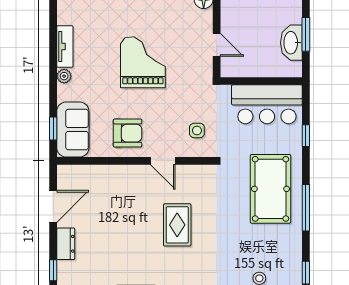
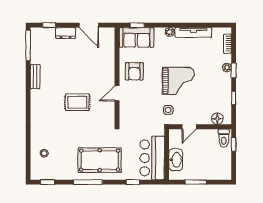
washbasin: (291, 43) -> (176, 160), moved, turned 90
tv unit: (65, 46) -> (193, 32), width x1.41
side table: (197, 130) -> (168, 110), moved

